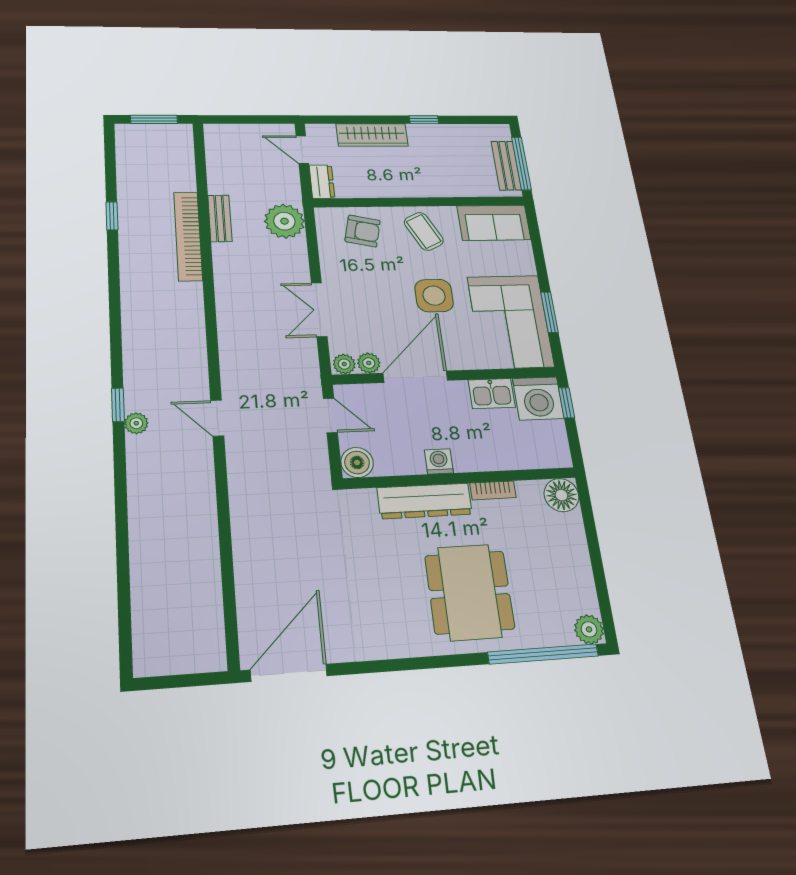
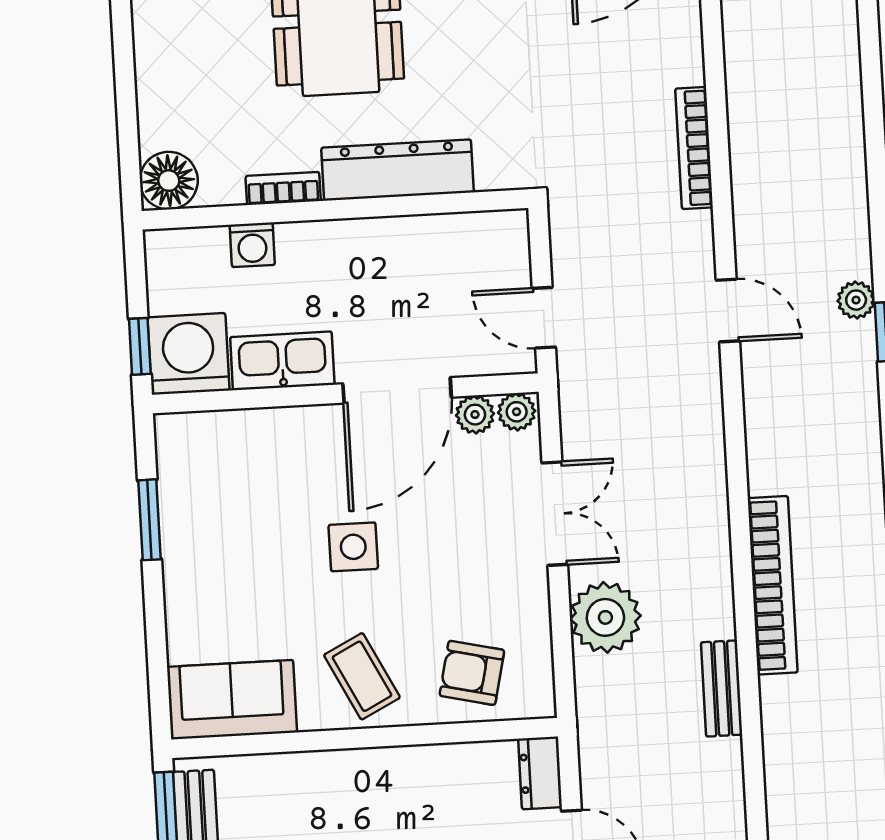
plant: (284, 221) -> (605, 617), moved
bookcase: (188, 236) -> (773, 585), moved
side table: (434, 296) -> (353, 547), width x0.73, depth x0.73
corner sofa: (510, 322) -> (222, 500), removed
kitchen sink: (492, 394) -> (282, 361), width x1.38
washing machine: (439, 461) -> (252, 245), moved
boiler: (357, 462) -> (504, 235), removed
bookcase: (239, 514) -> (694, 148), added

